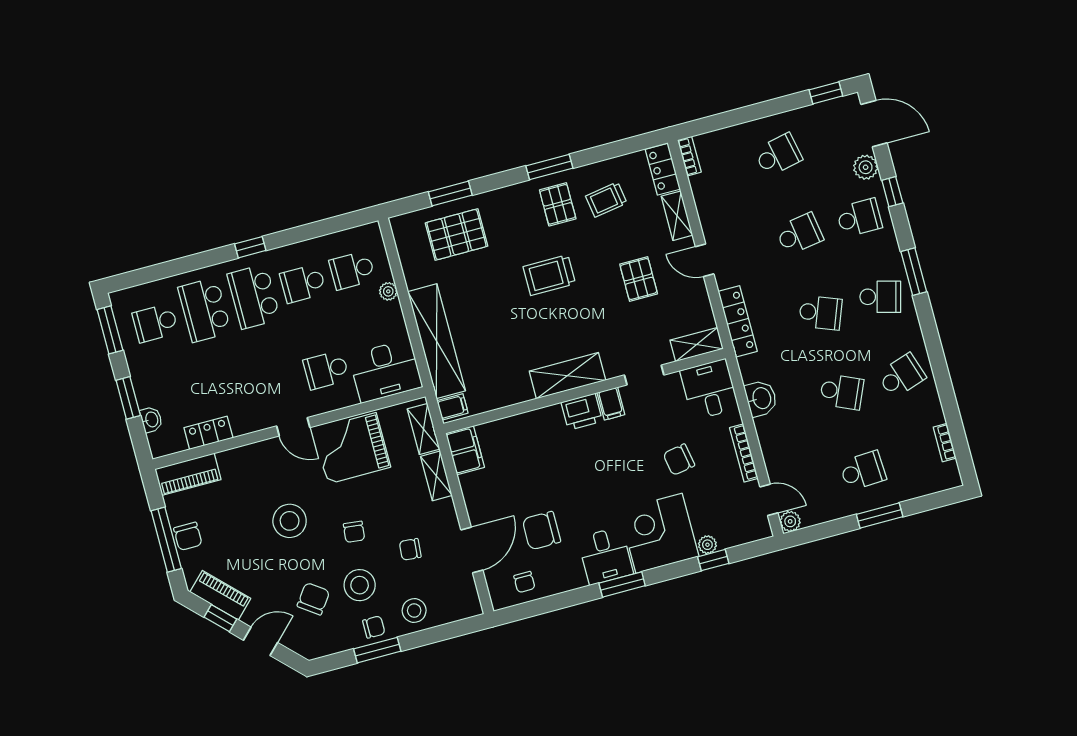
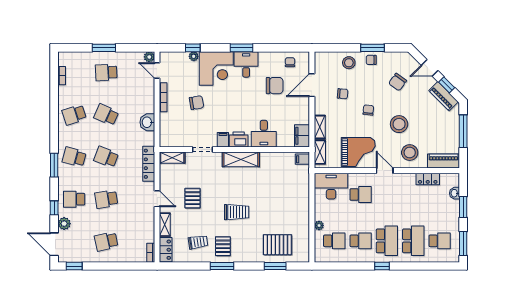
shelving: (437, 341) -> (302, 194), removed
desk: (709, 389) -> (264, 134), moved
chair: (188, 536) -> (452, 130), removed
stool: (360, 585) -> (410, 153), moved

